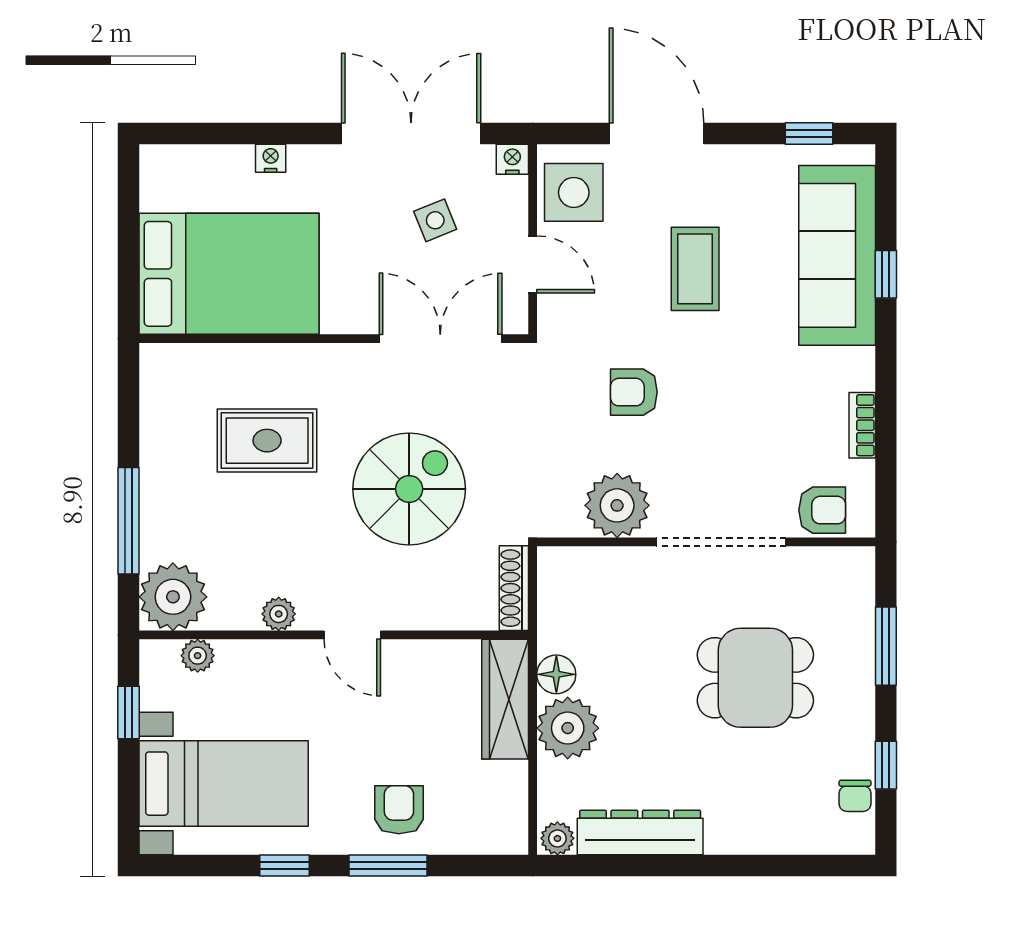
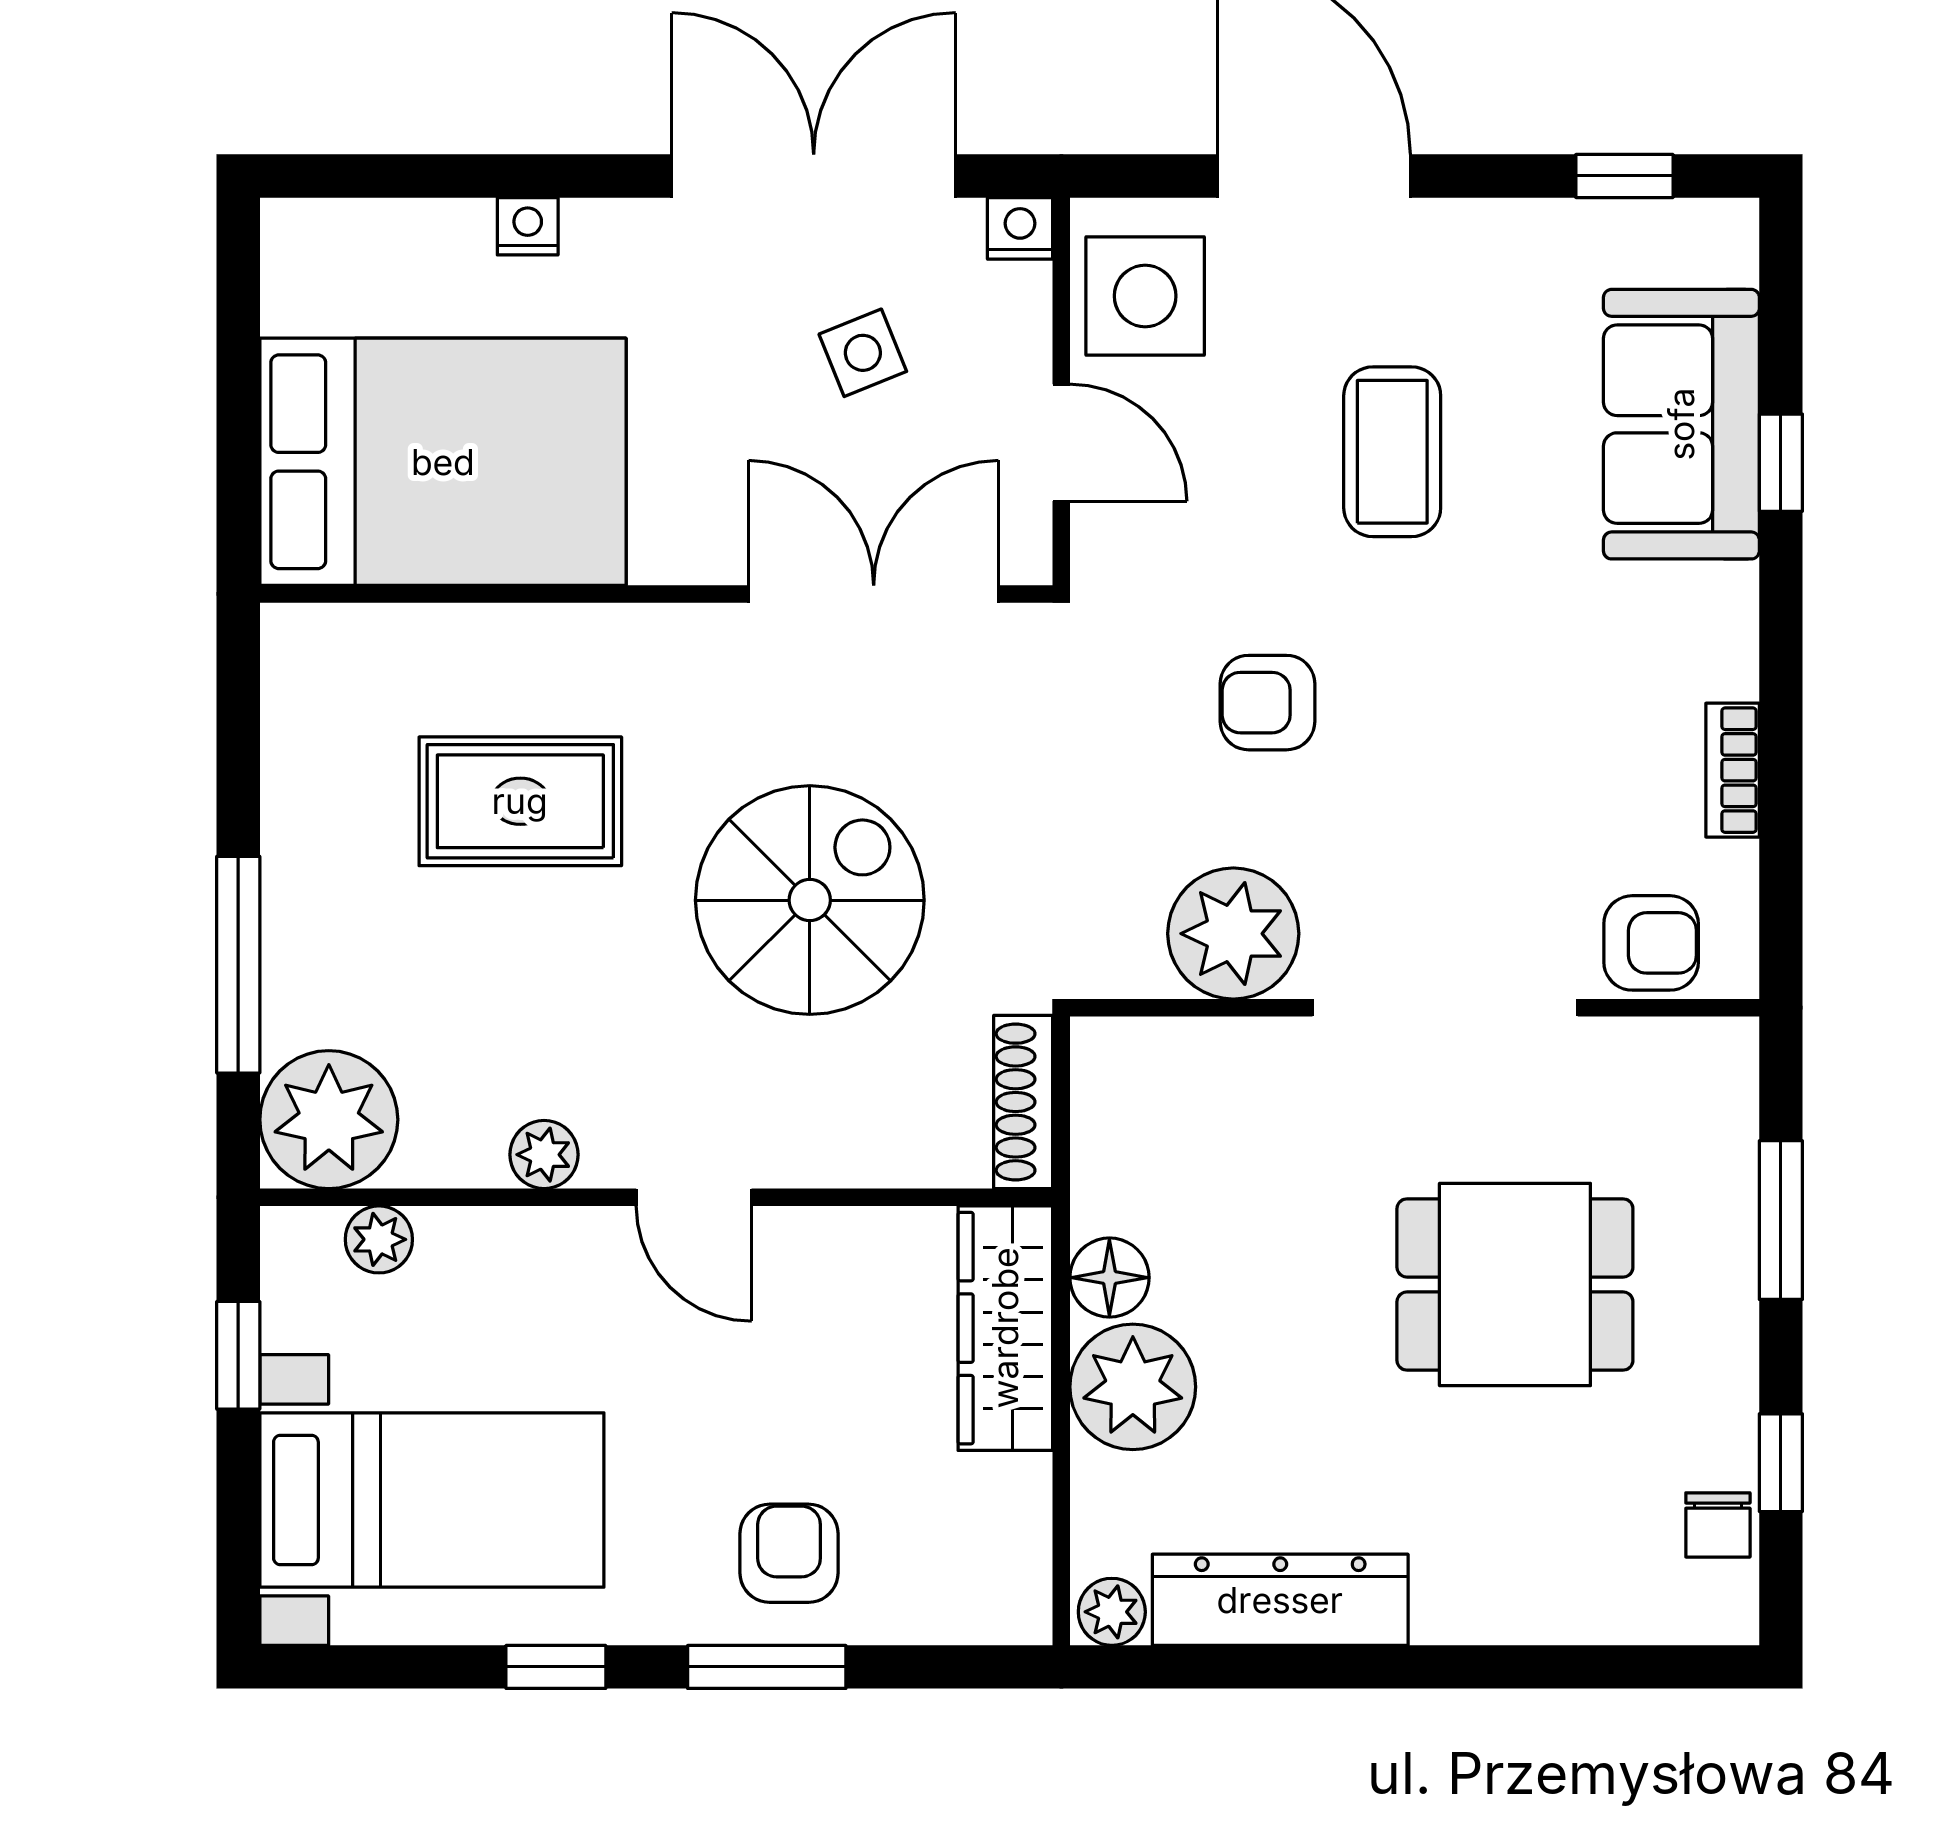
sofa: (837, 255) -> (1681, 424), width x0.73

